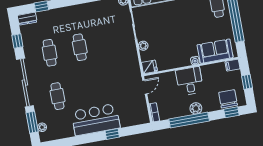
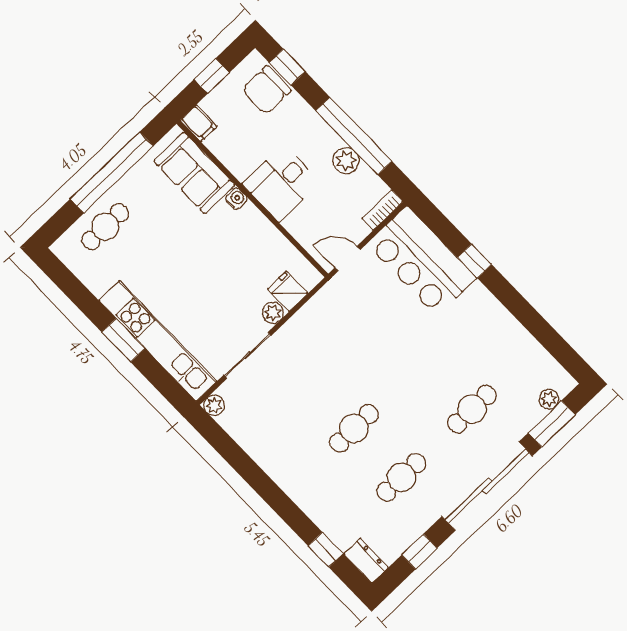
fridge: (149, 67) -> (288, 291), moved
plant: (196, 108) -> (346, 161), moved
bar counter: (96, 120) -> (422, 261), moved

